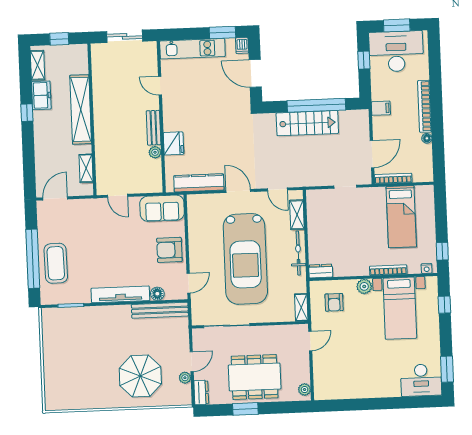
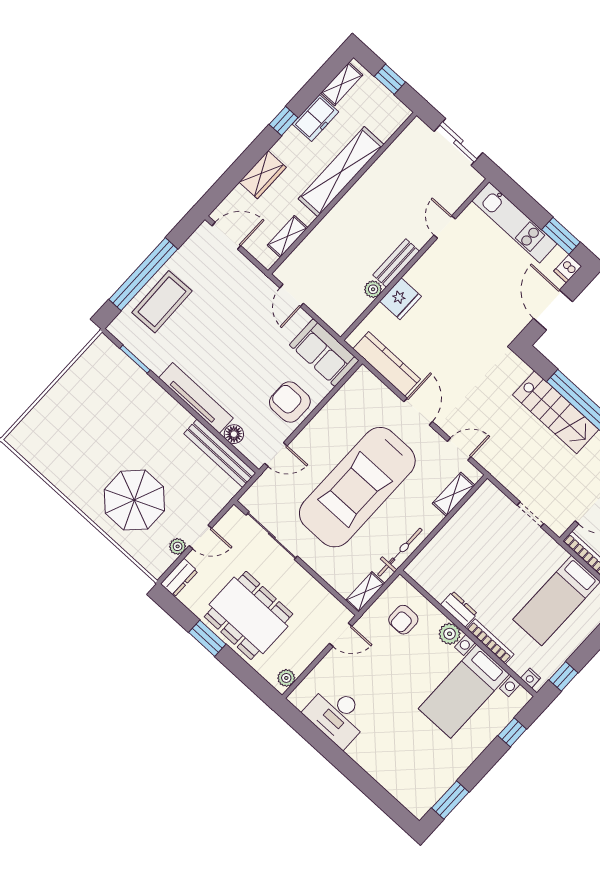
wardrobe: (43, 150) -> (263, 175), added
door: (277, 189) -> (459, 449), swing flipped
bicycle: (298, 253) -> (400, 552), moved
dresser: (321, 271) -> (459, 609), moved
desk: (421, 380) -> (337, 715), moved

